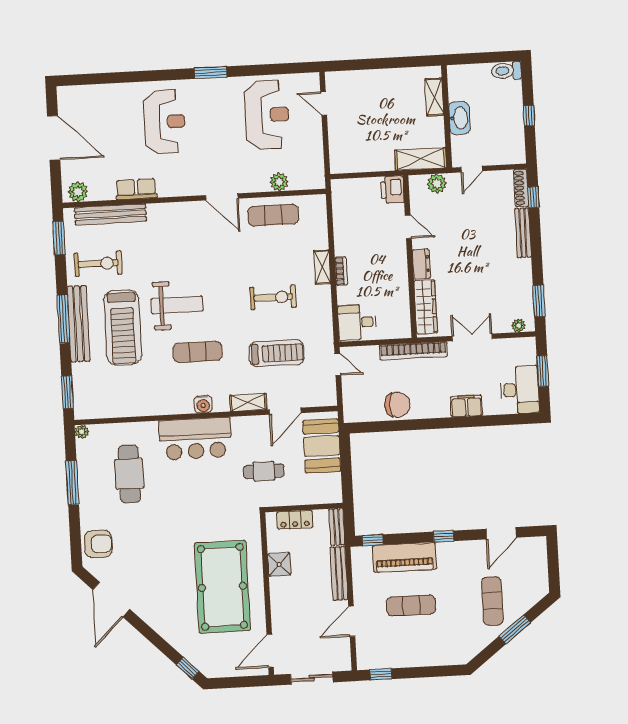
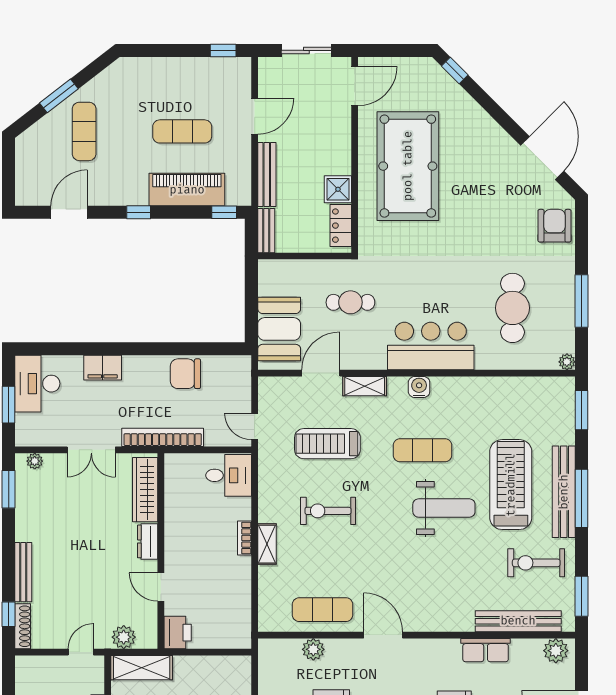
weight bench: (177, 305) -> (444, 508), turned 180
locker: (295, 520) -> (341, 226), moved, turned -90
armchair: (98, 544) -> (554, 226), turned 90

